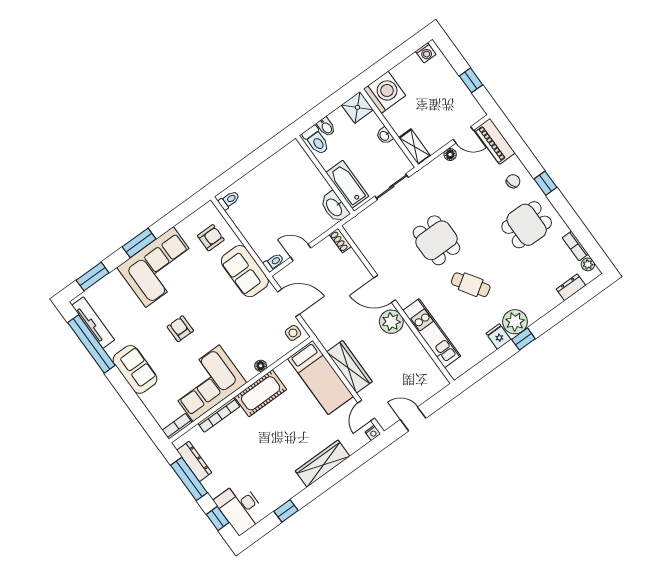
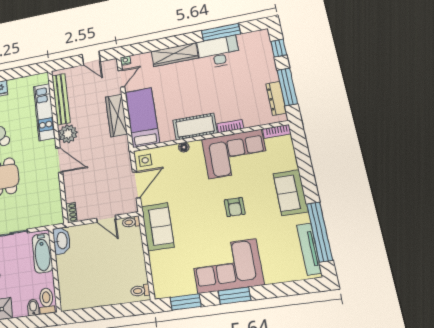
armchair: (211, 238) -> (171, 268), removed
window: (93, 276) -> (186, 302), moved
door: (288, 303) -> (136, 185), swing flipped
bench: (421, 357) -> (61, 99), added
bookcase: (219, 415) -> (230, 126), width x0.64
desk: (240, 508) -> (218, 52), moved, turned -90
window: (286, 511) -> (221, 32), width x2.17

